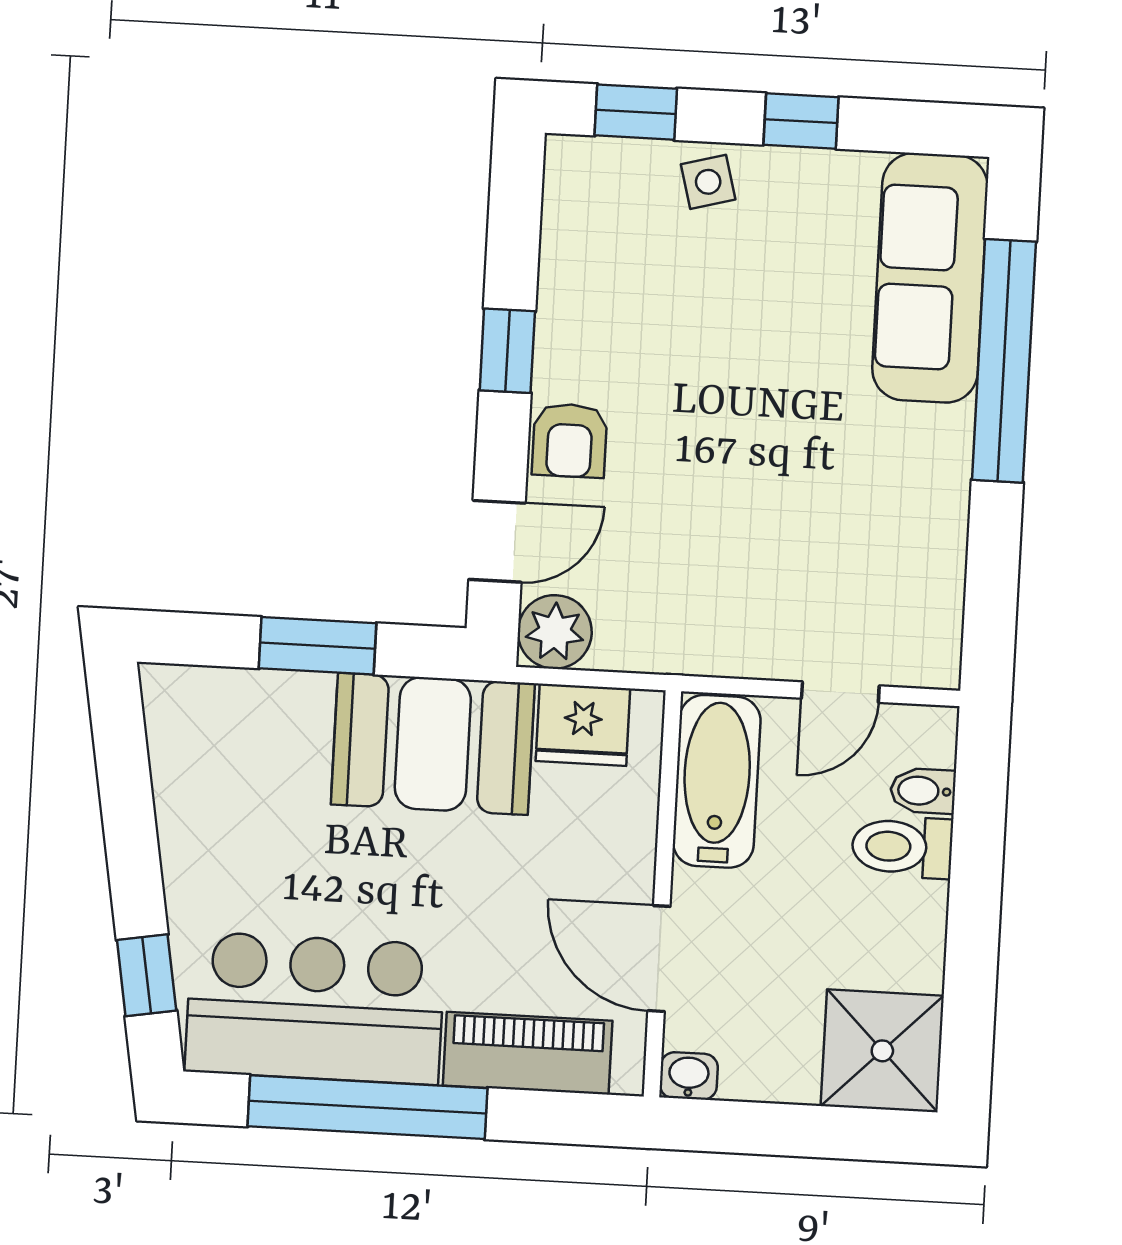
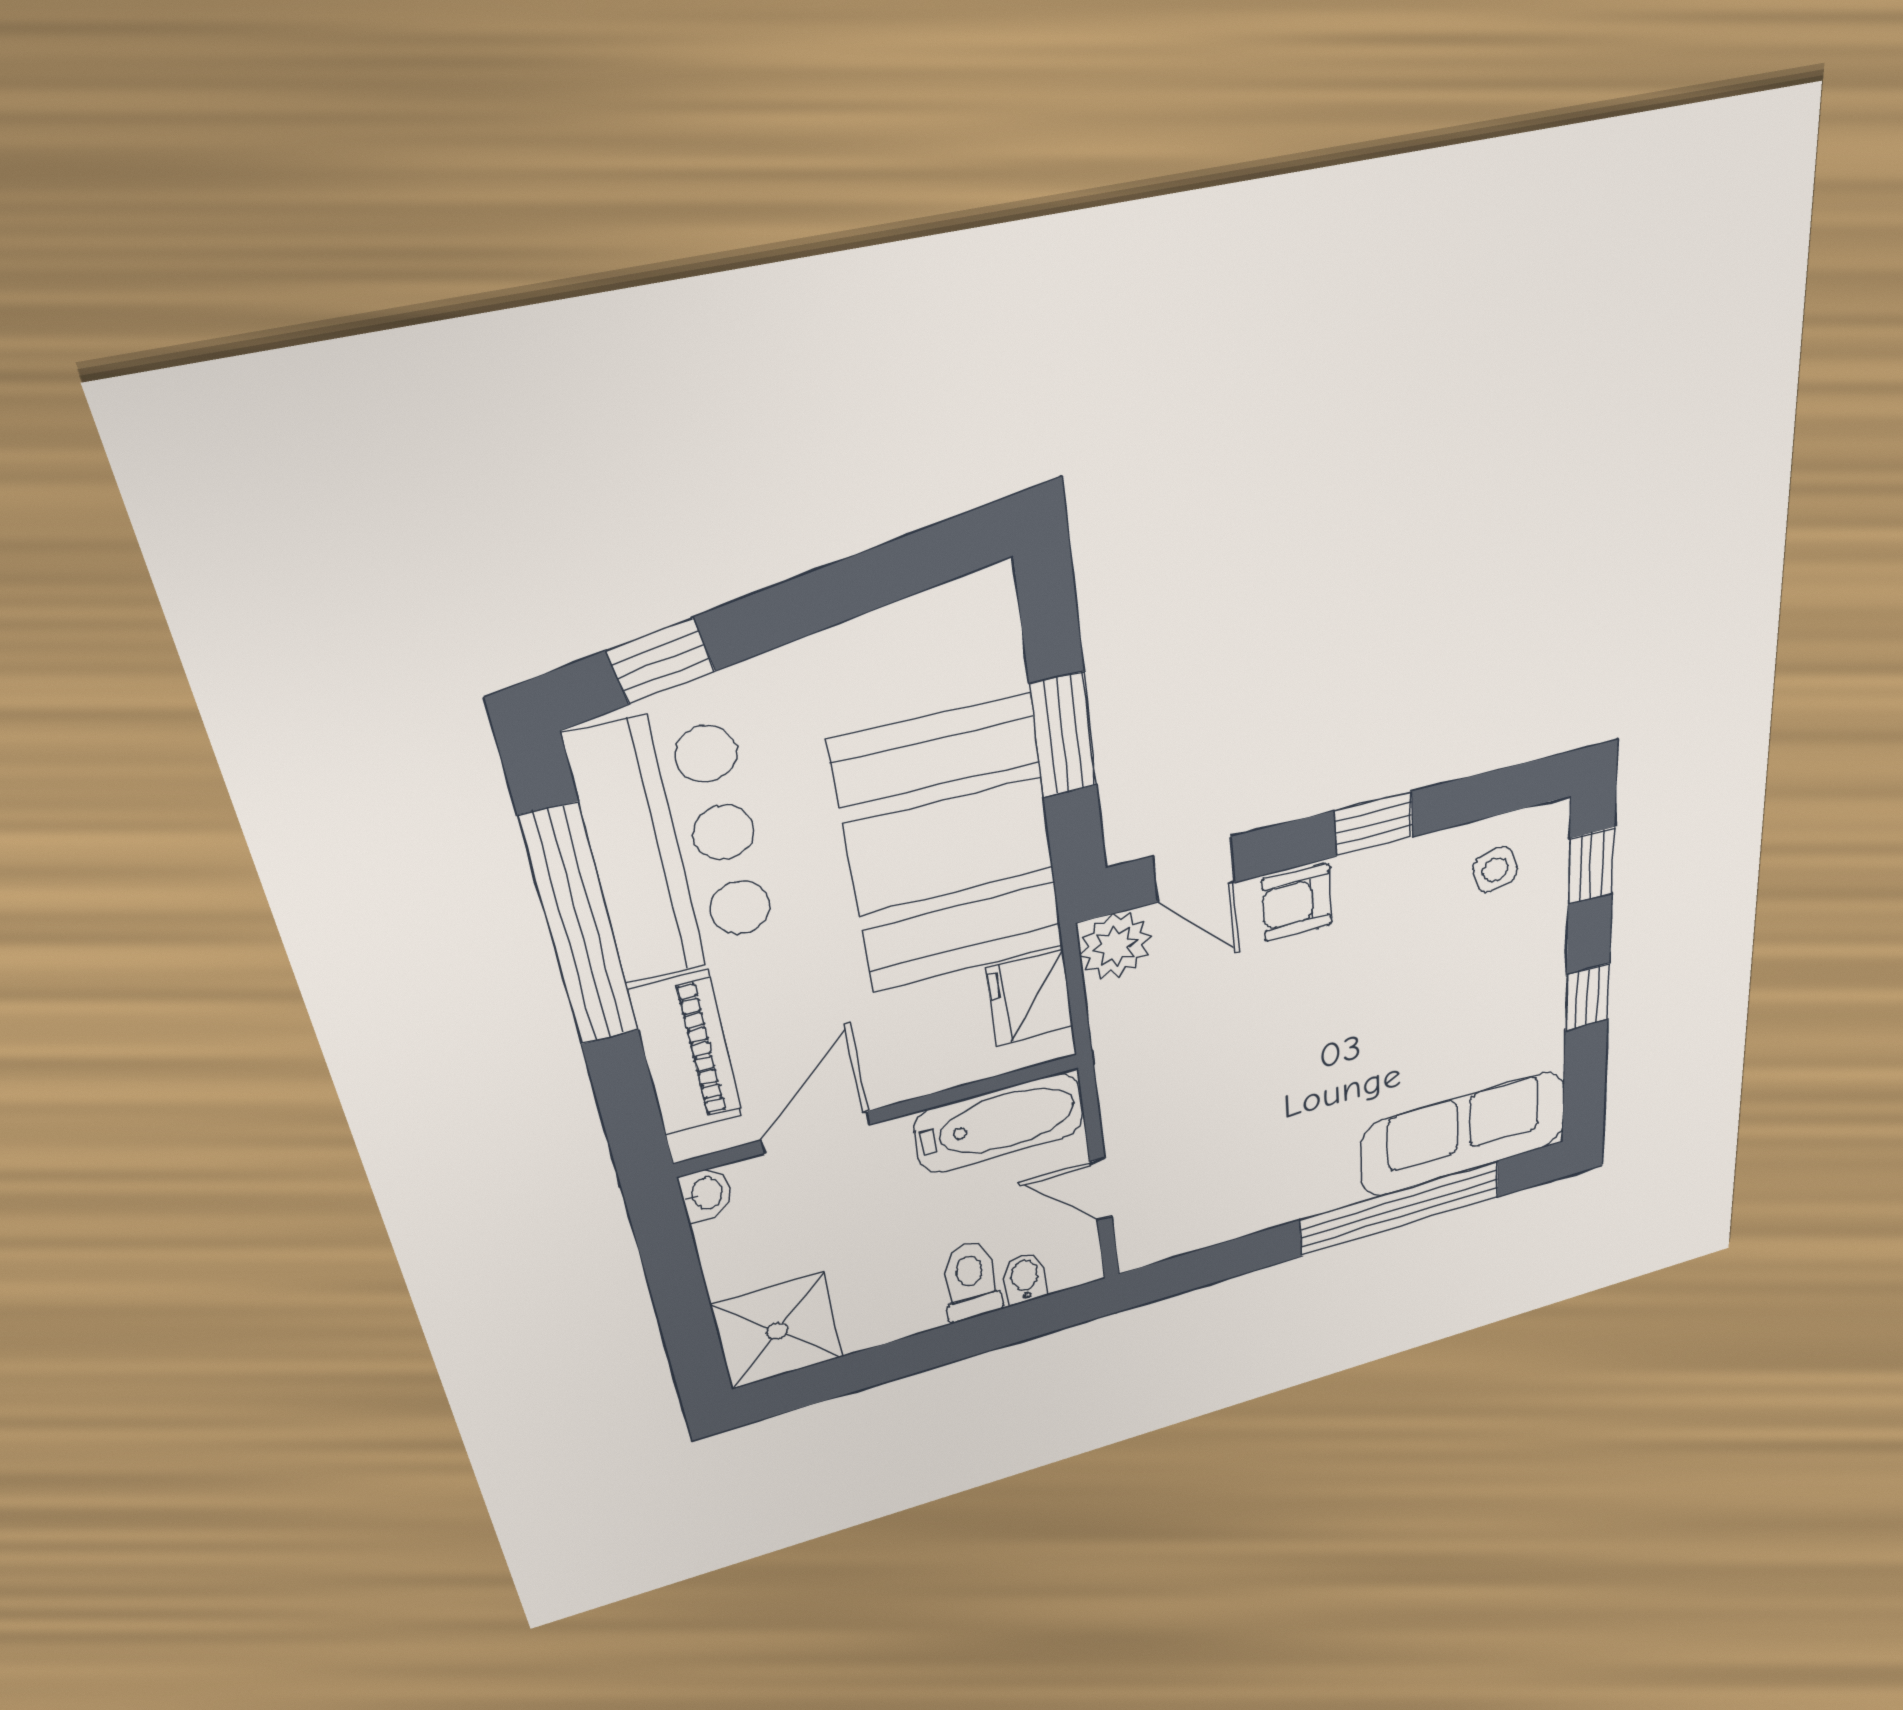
side table: (708, 182) -> (1495, 870), moved
booth: (433, 744) -> (950, 846), width x1.36, depth x1.42

